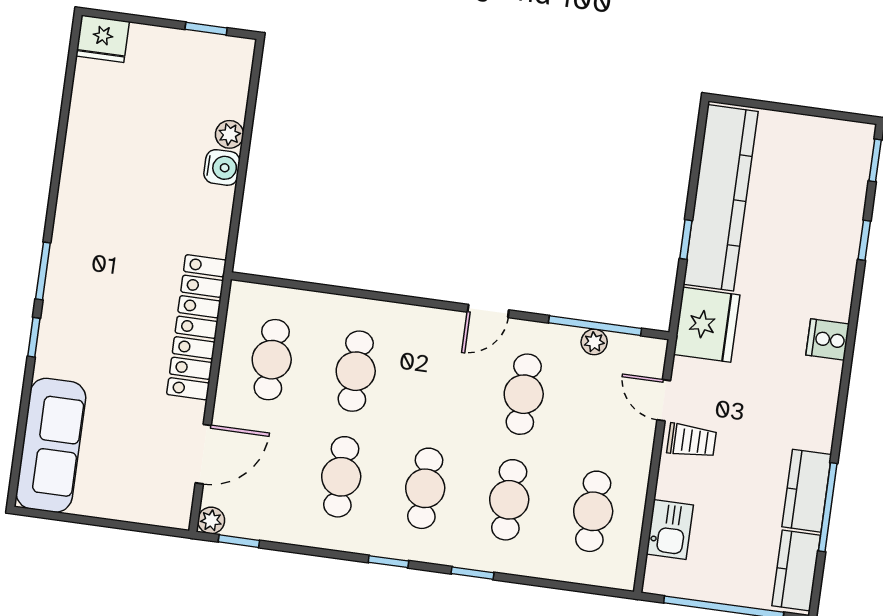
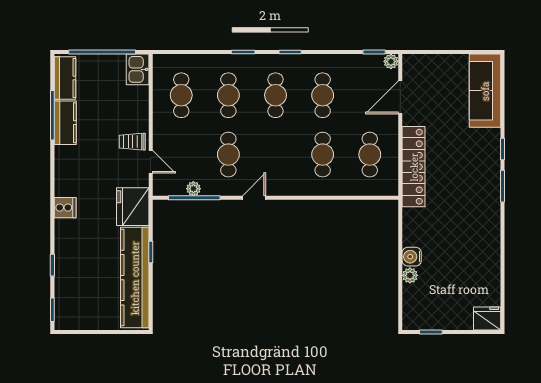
kitchen sink: (670, 530) -> (138, 69), moved

